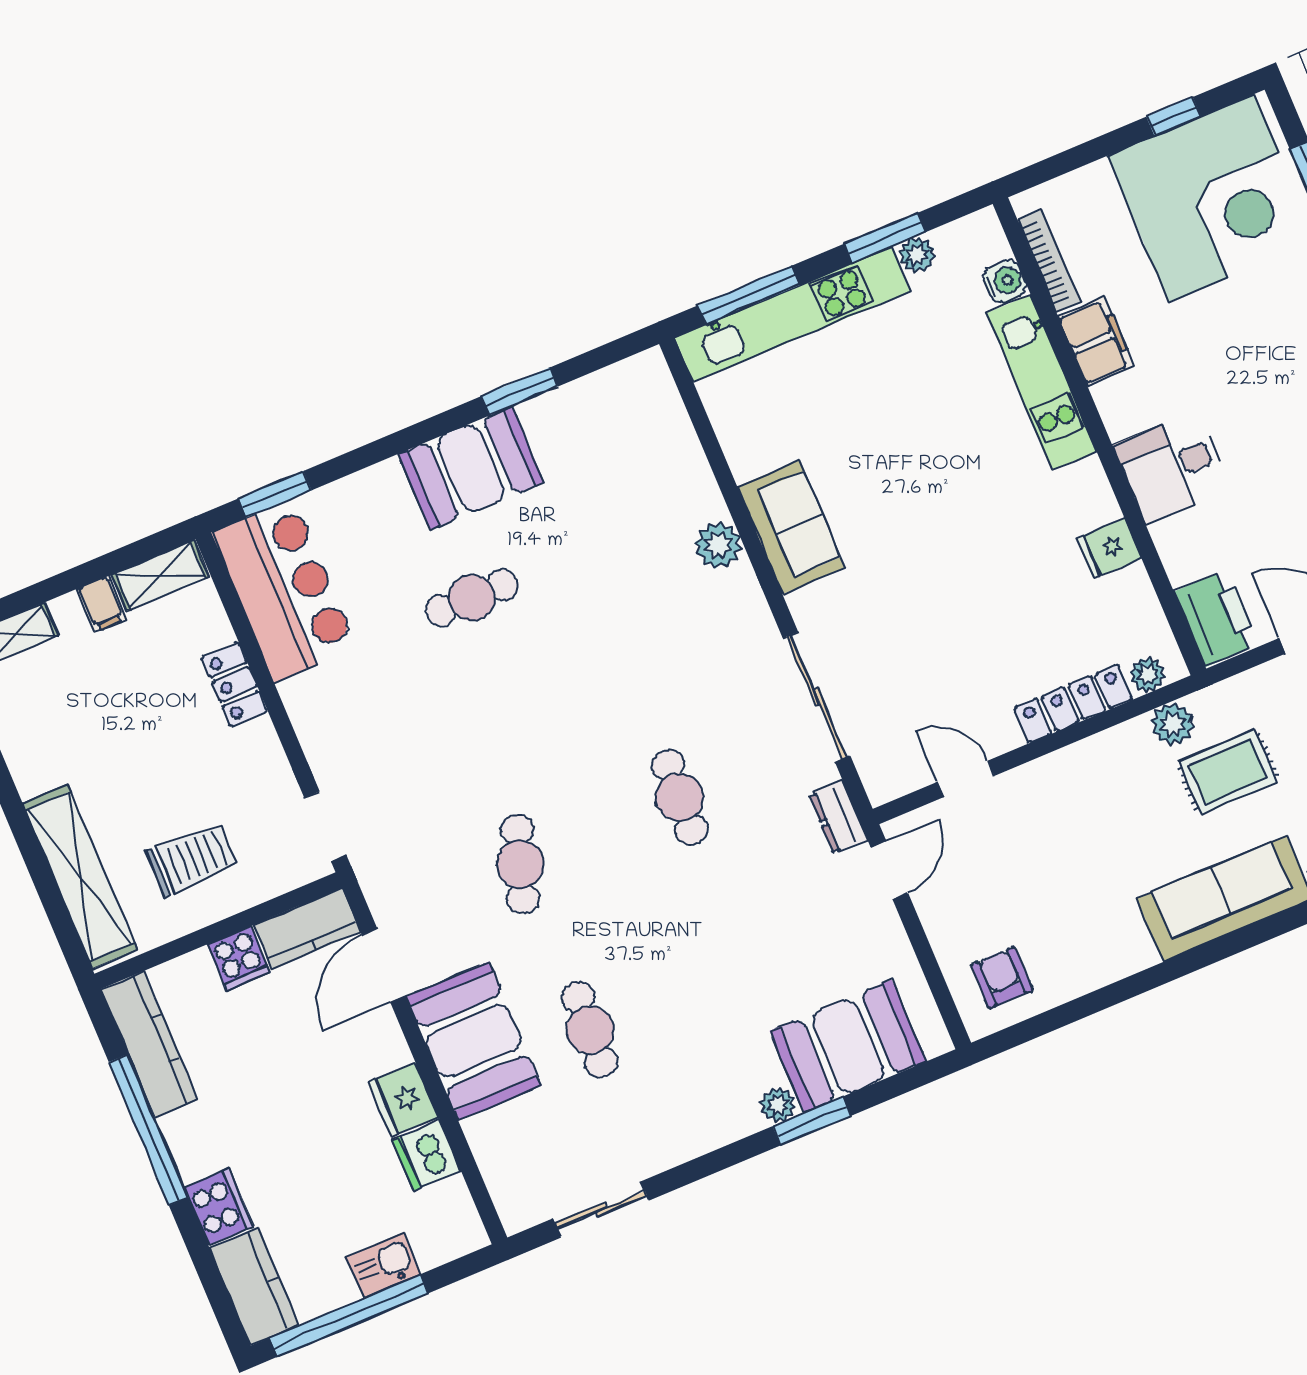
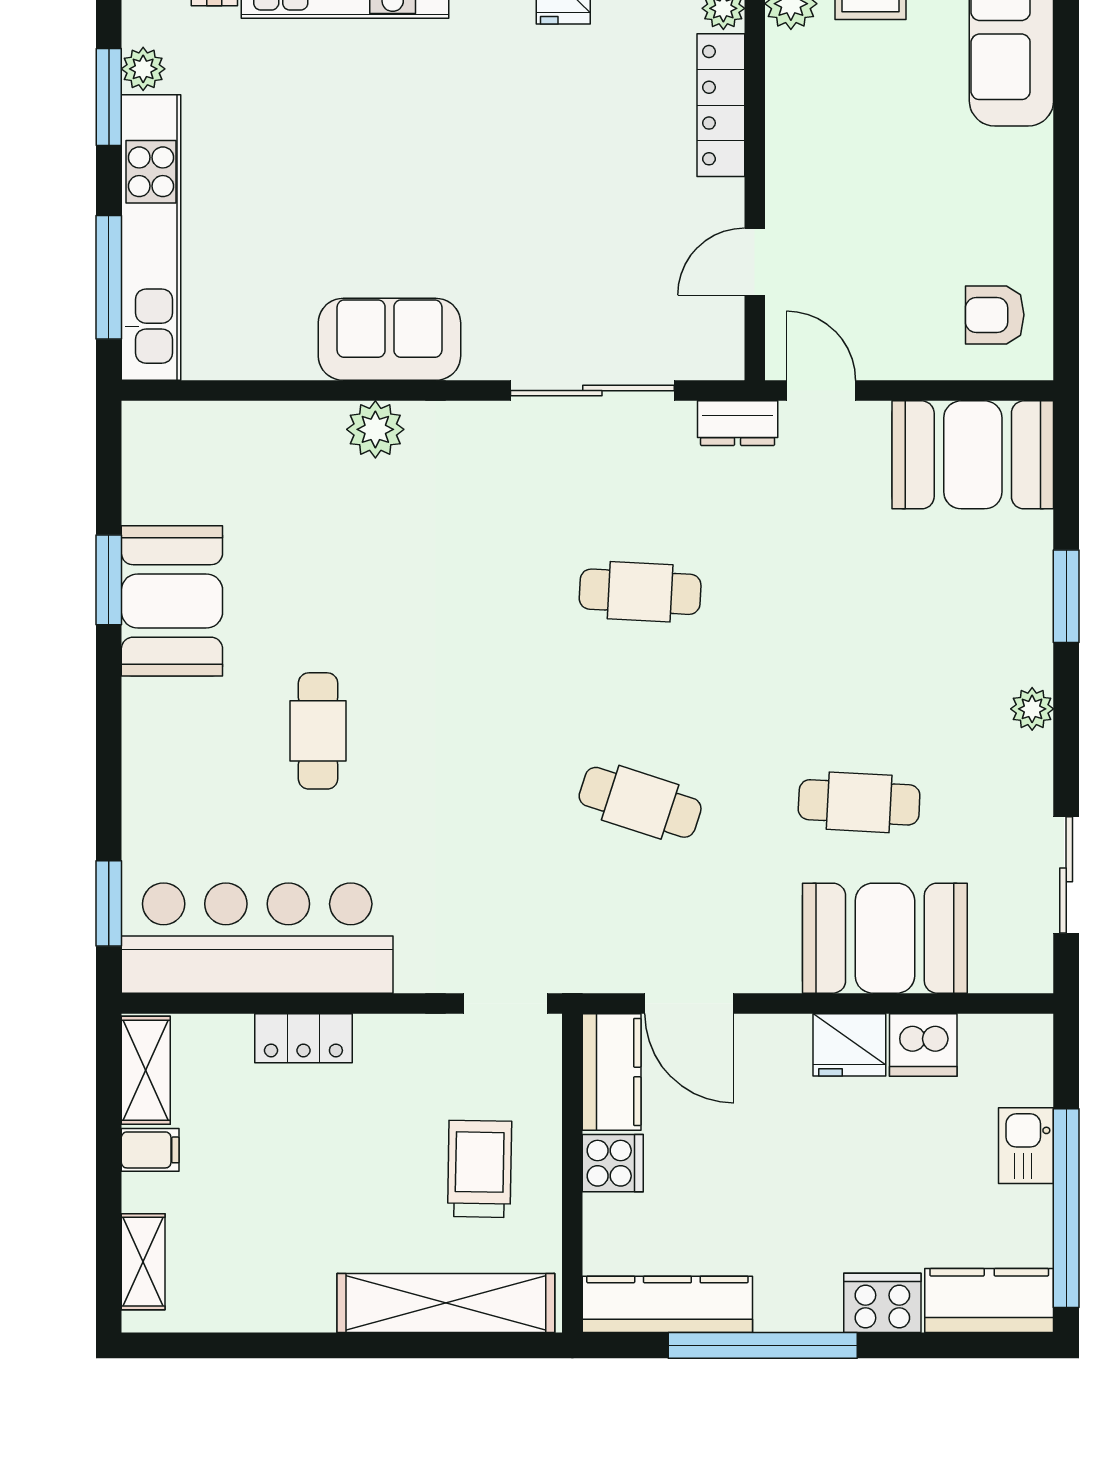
booth: (471, 468) -> (172, 601), moved
bar counter: (284, 590) -> (257, 938), width x1.36
booth: (474, 1041) -> (885, 938), moved
booth: (848, 1046) -> (973, 455), moved, turned 90
plant: (778, 1105) -> (1032, 709), moved

